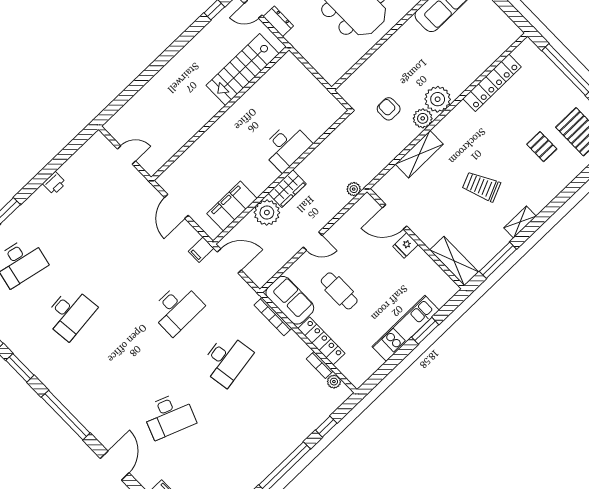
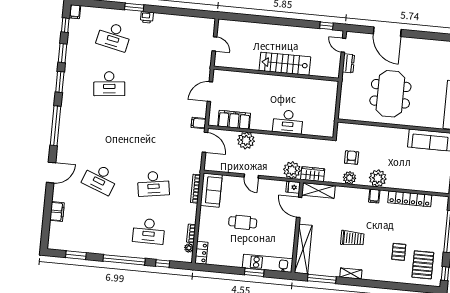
stairs: (243, 69) -> (285, 64), moved
plant: (423, 118) -> (349, 178), moved
filing cabinet: (455, 120) -> (374, 196), added
shelving: (419, 154) -> (318, 191), moved
printer: (54, 183) -> (147, 17), moved
trolley: (481, 186) -> (352, 238), turned 114
wardrobe: (287, 189) -> (313, 174), moved, turned 180
plant: (354, 189) -> (292, 170), width x1.88, depth x1.88
fridge: (406, 245) -> (293, 187), moved
shelving: (454, 261) -> (303, 249), width x1.47
cafe table: (339, 291) -> (243, 222), moved, turned 90
desk: (177, 309) -> (149, 231), moved
kitchen unit: (406, 328) -> (268, 263), moved
locker: (321, 341) -> (201, 253), moved, width x0.66

